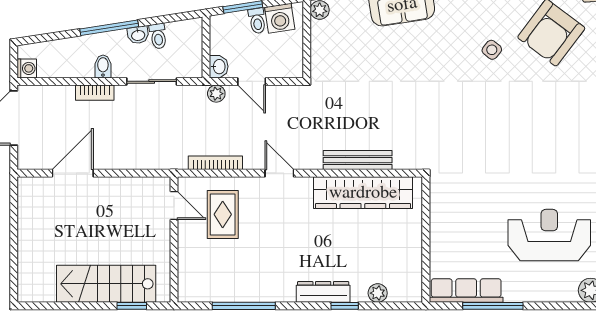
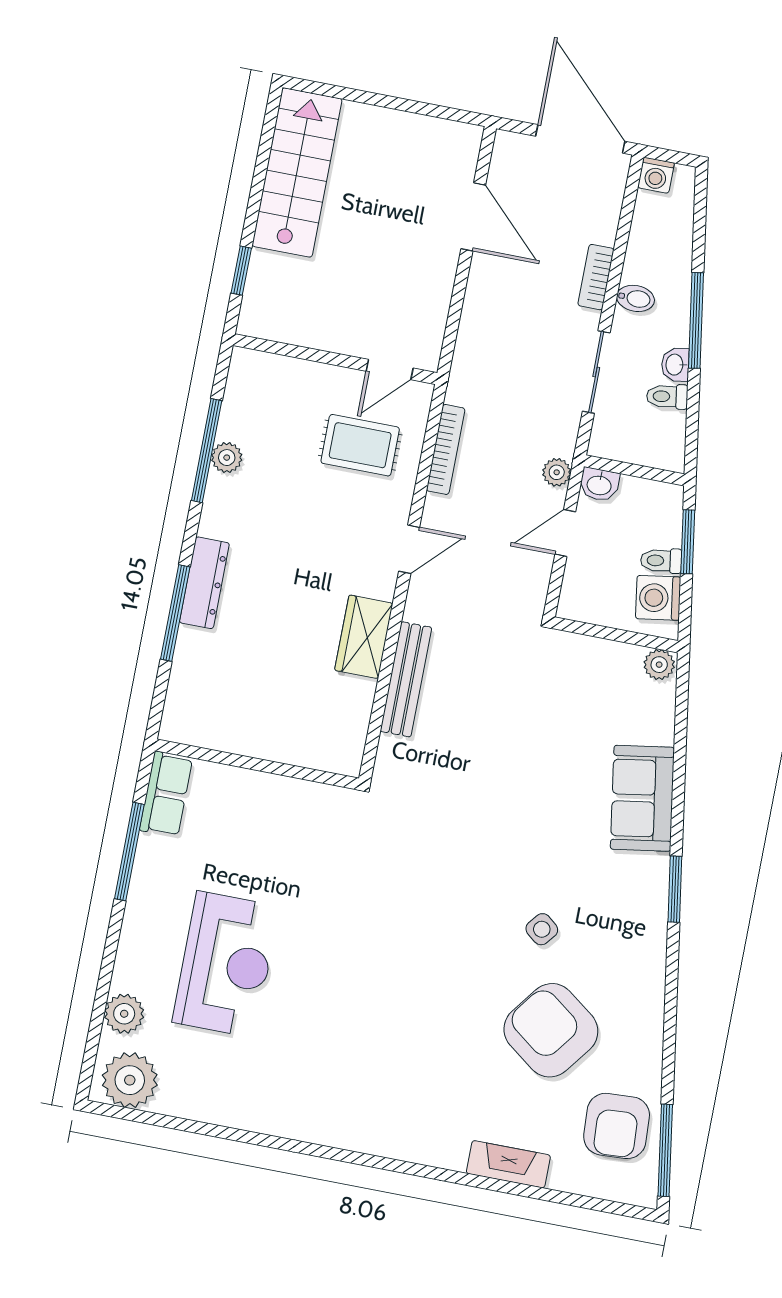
wardrobe: (363, 193) -> (364, 637), width x0.48, depth x0.85
stairs: (106, 284) -> (297, 172), moved
row of seats: (466, 291) -> (166, 794), width x0.68
plant: (378, 293) -> (227, 458), moved
window: (345, 306) -> (175, 613), width x2.17

